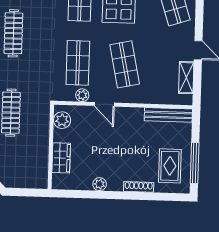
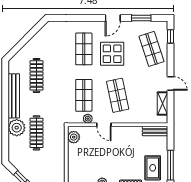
bench: (168, 115) -> (155, 131), width x0.73
wardrobe: (61, 158) -> (74, 164), removed

